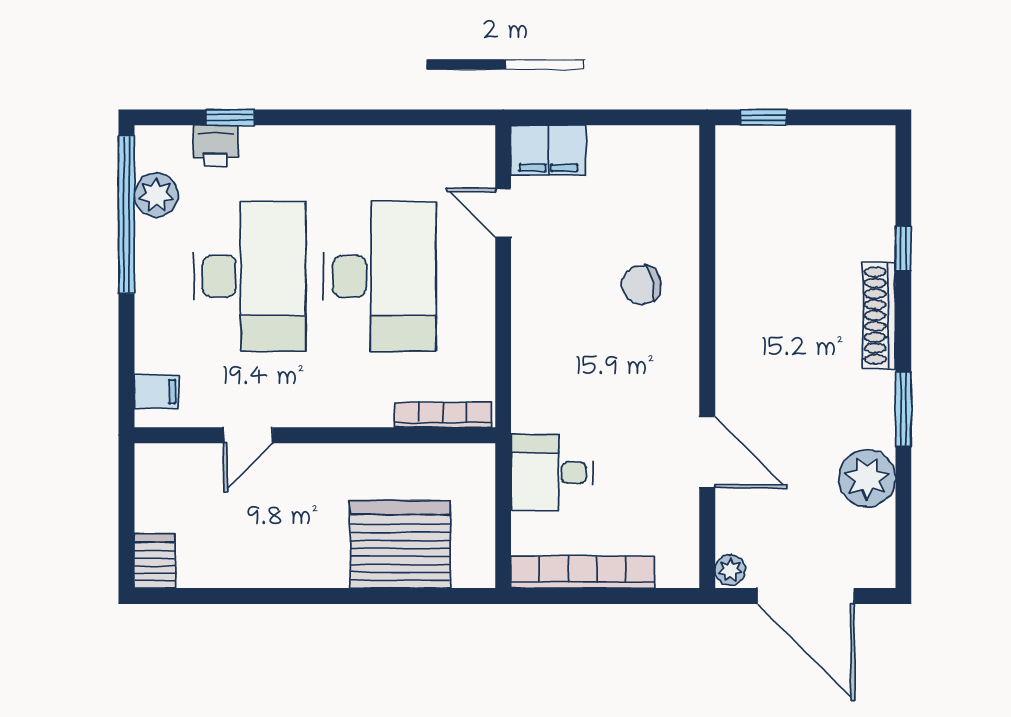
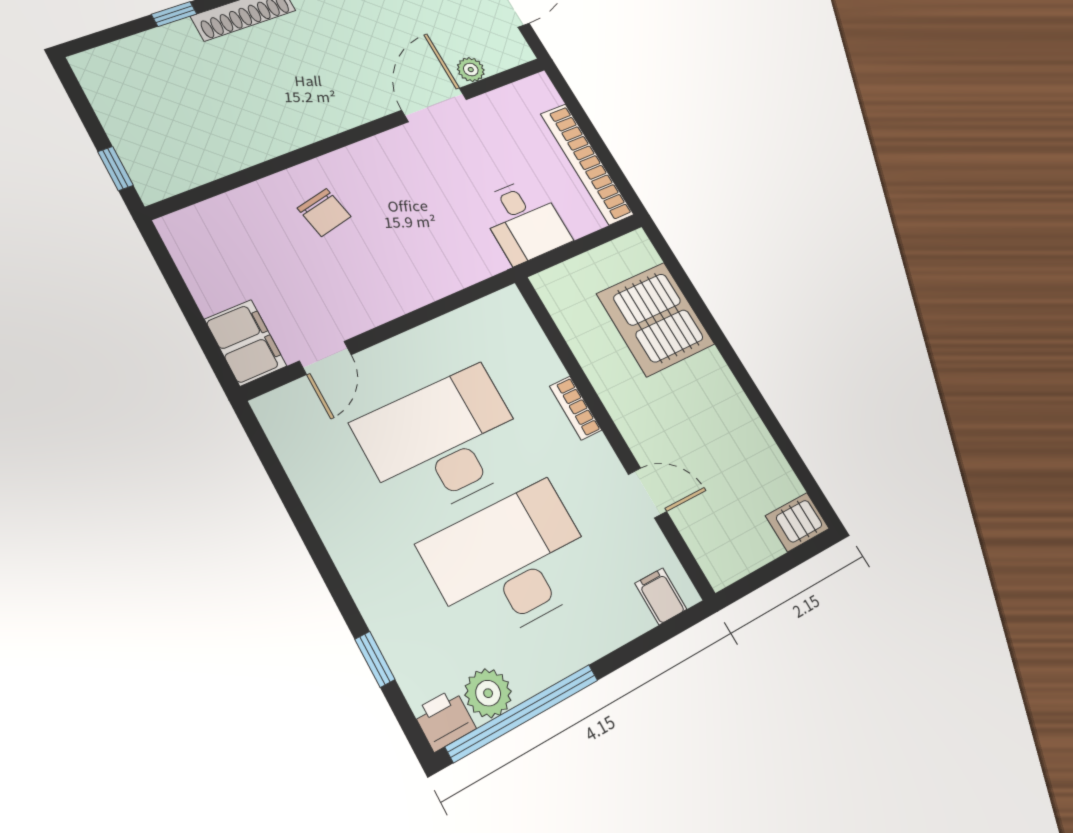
printer: (216, 146) -> (444, 720), moved, turned -90
bookcase: (443, 415) -> (576, 408), moved, width x0.64
plant: (730, 570) -> (471, 70), moved

